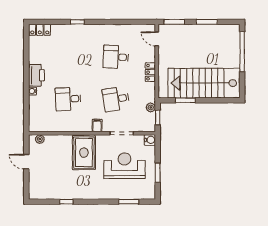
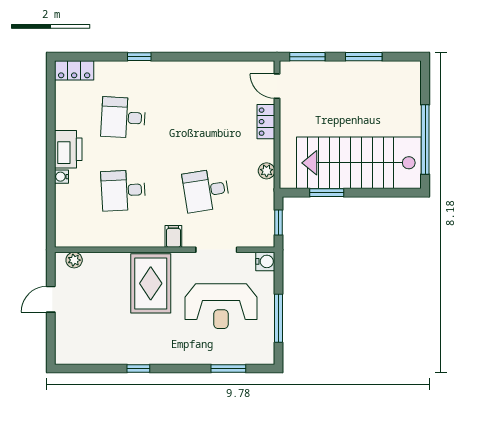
window: (242, 52) -> (425, 140), moved
desk: (116, 57) -> (123, 118), moved
locker: (150, 72) -> (266, 122), moved
plant: (151, 107) -> (267, 171), moved
door: (26, 162) -> (51, 299), hinge flipped
reception desk: (124, 166) -> (221, 306), turned 180
window: (158, 173) -> (279, 318), width x1.44
window: (66, 202) -> (138, 368), moved

